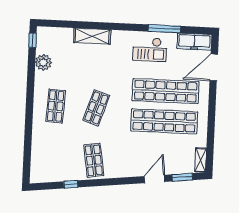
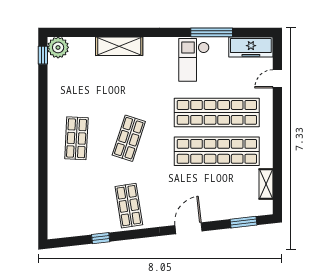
checkout: (150, 49) -> (194, 60), turned 90
plant: (43, 62) -> (58, 47), moved
door: (214, 67) -> (277, 79), width x0.53
shelving: (201, 160) -> (266, 184), moved
door: (155, 179) -> (188, 228), moved

